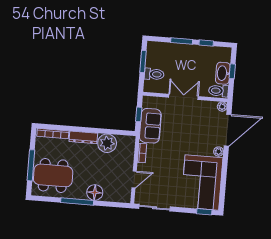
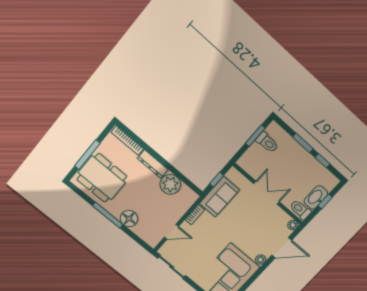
toilet: (154, 74) -> (267, 142), moved
door: (228, 130) -> (282, 248), width x0.73

